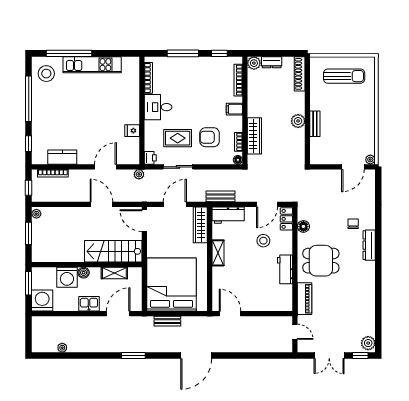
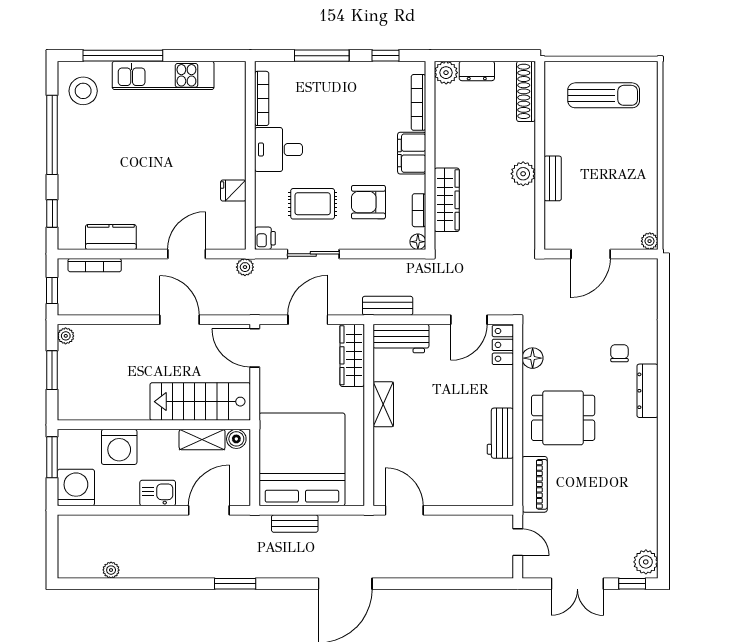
filing cabinet: (234, 109) -> (412, 153), width x2.00
door: (353, 167) -> (591, 254), moved
stool: (263, 241) -> (463, 383), removed
boiler: (84, 273) -> (236, 439), moved

